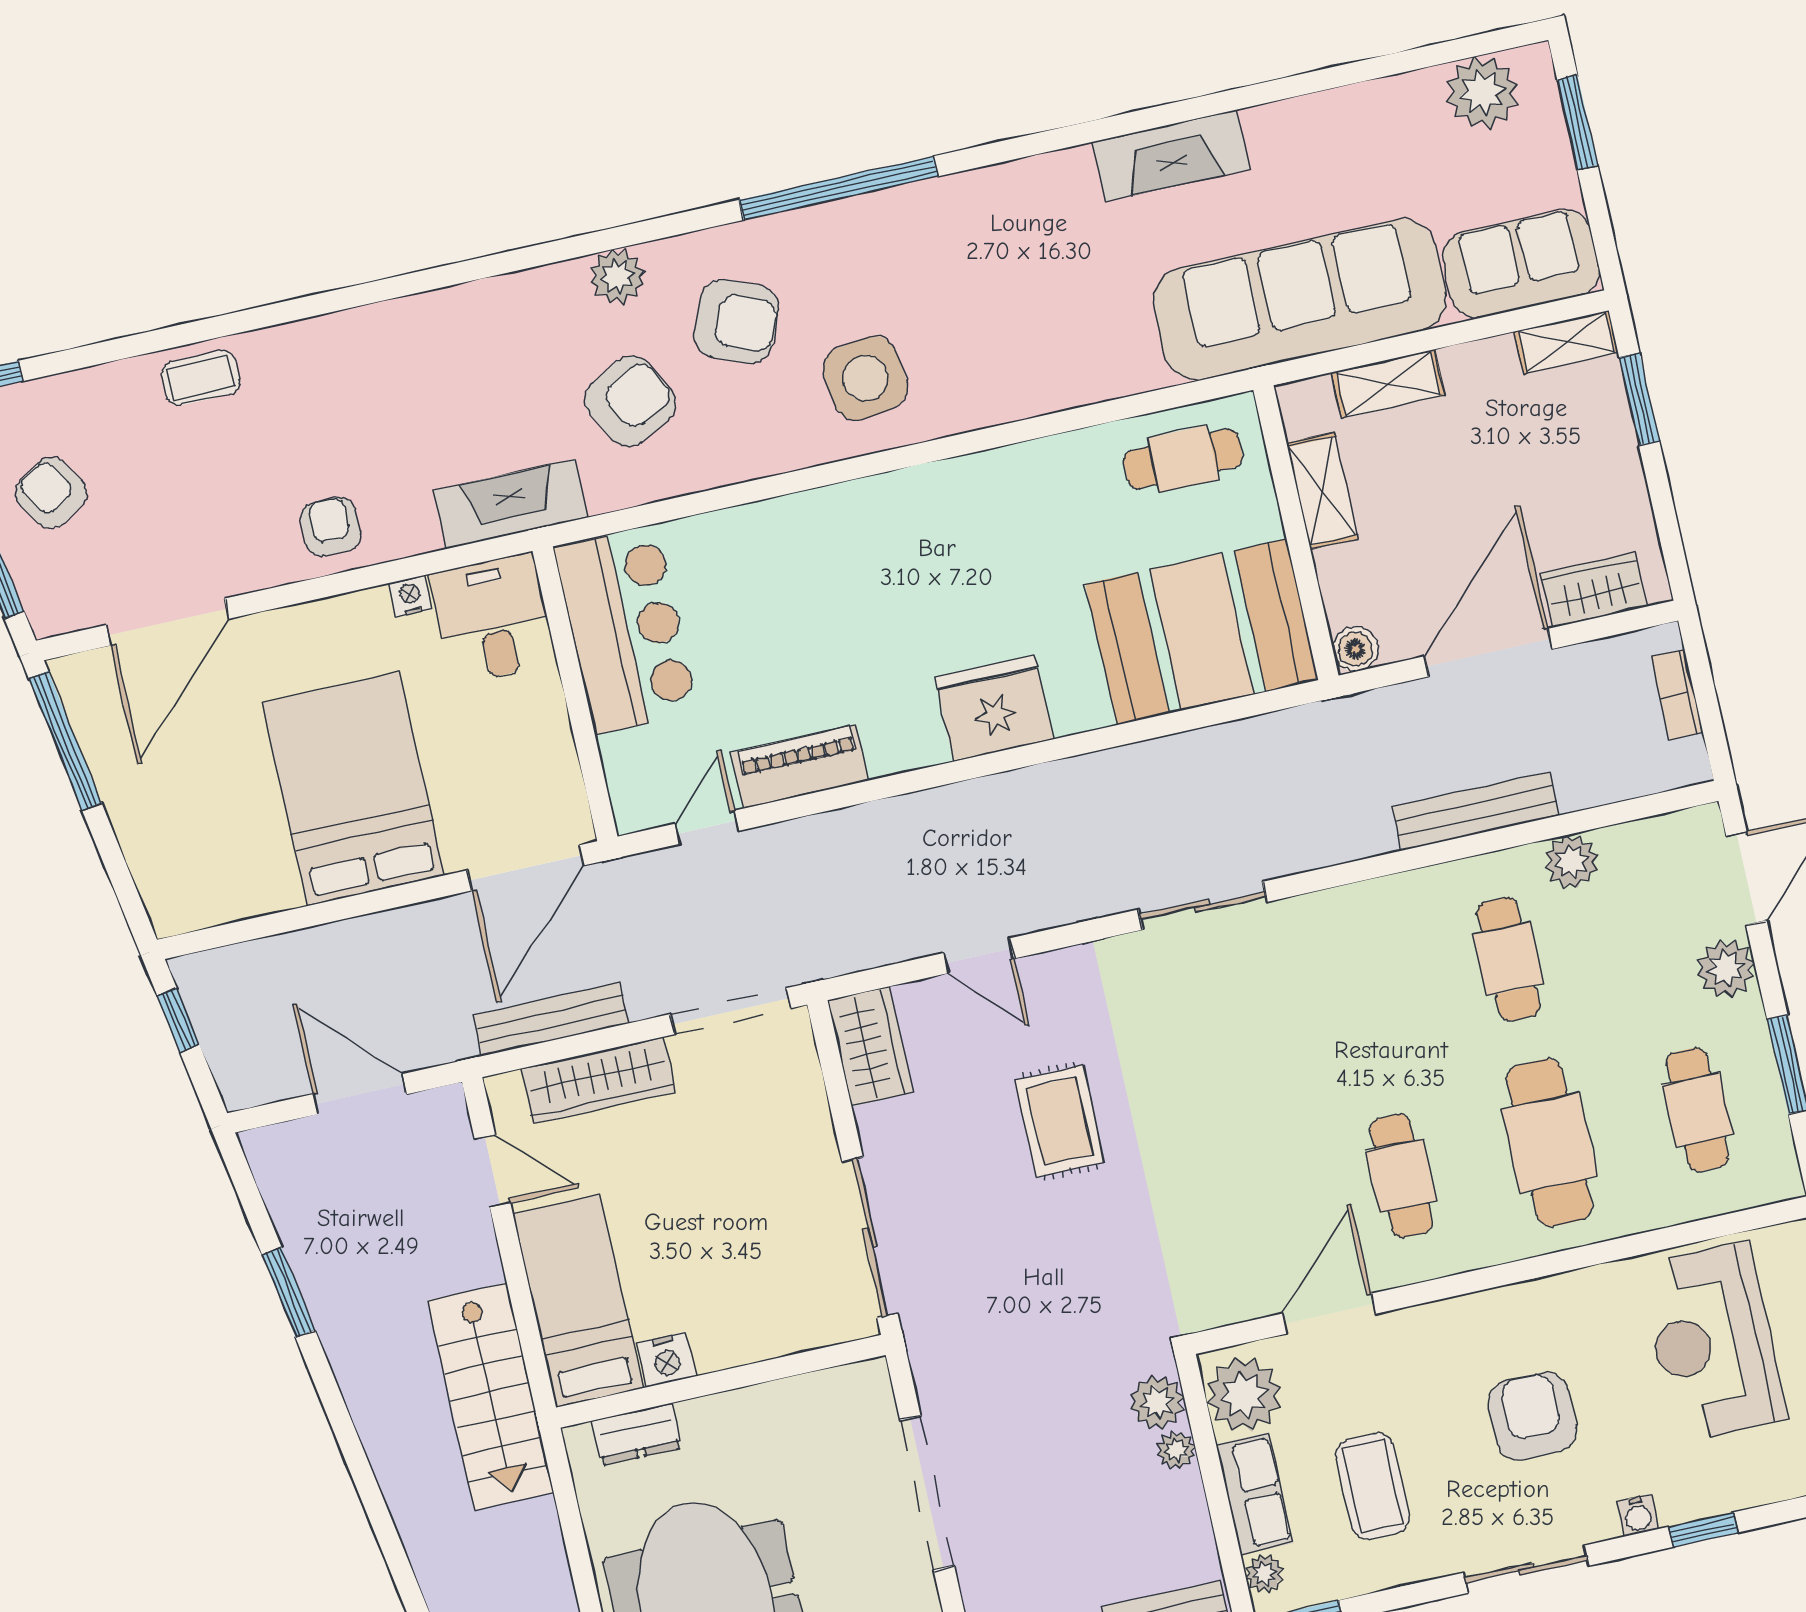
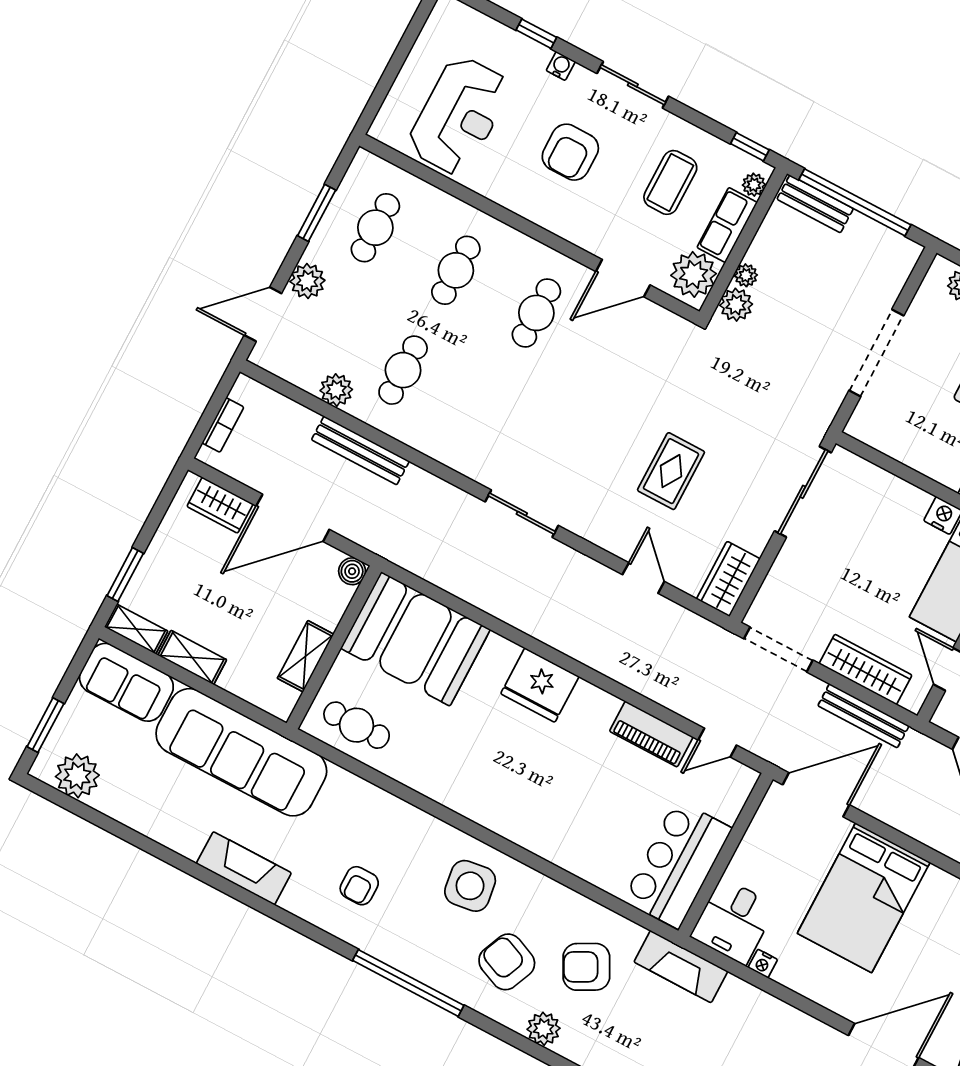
shelving: (1388, 384) -> (192, 658), moved
armchair: (331, 527) -> (359, 886), moved
cafe table: (1549, 1143) -> (456, 270), width x0.73, depth x0.74

